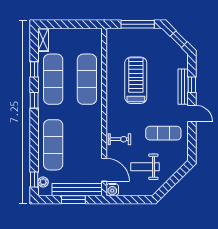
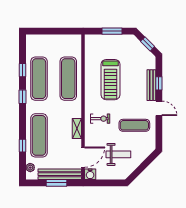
window: (138, 24) -> (112, 31), width x0.69
shelving: (43, 40) -> (77, 128), moved
treadmill: (136, 80) -> (111, 80), turned 180
exercise bike: (119, 139) -> (100, 119), moved
weight bench: (145, 167) -> (118, 154), turned 180
door: (104, 170) -> (83, 157), hinge flipped
window: (34, 180) -> (22, 146), moved

